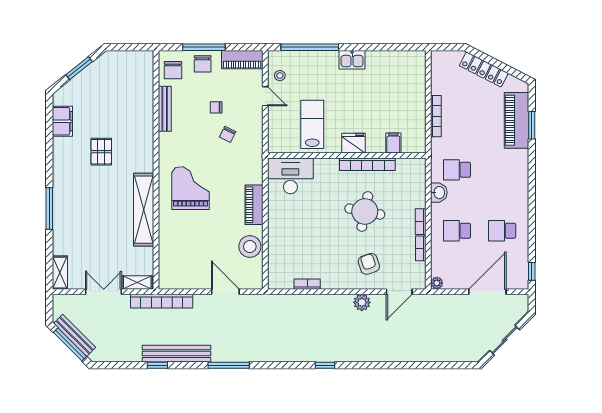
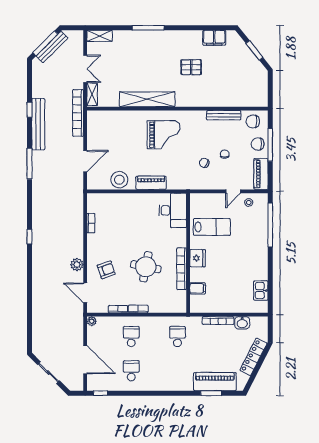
kitchen sink: (352, 60) -> (261, 291), moved
washbasin: (439, 193) -> (242, 323), moved

